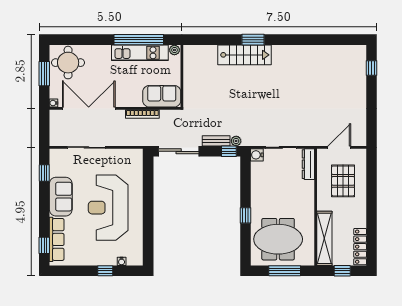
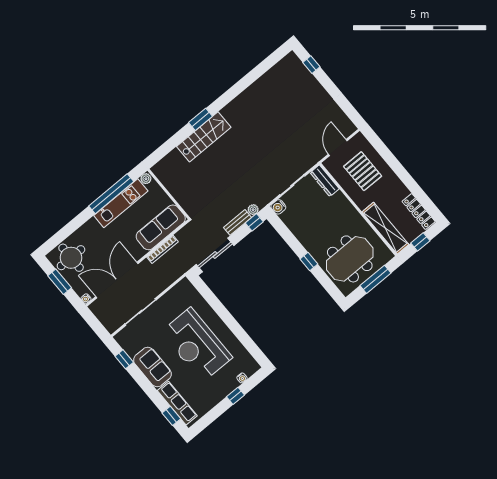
sofa: (162, 96) -> (161, 227), width x1.36

